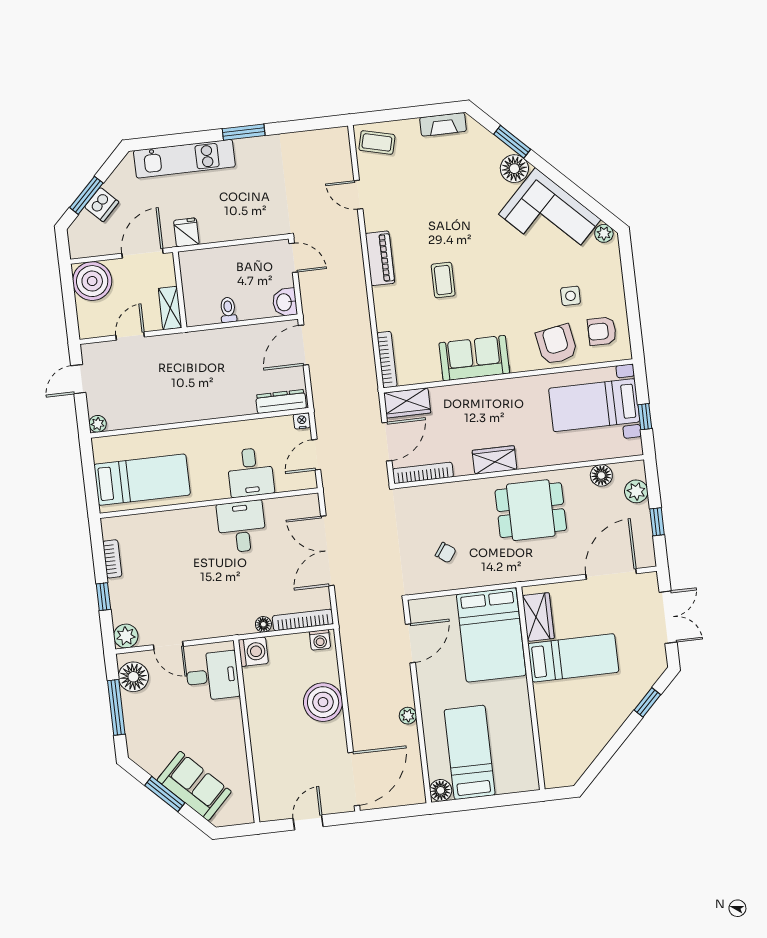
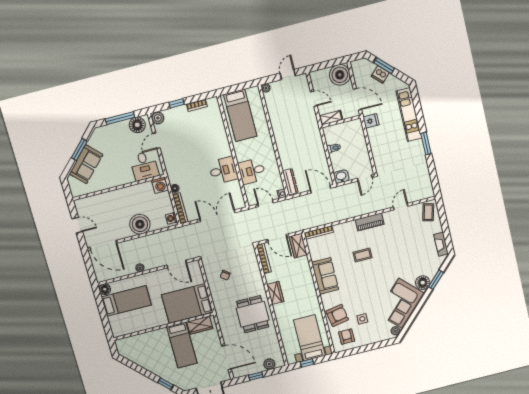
door: (78, 379) -> (288, 74), hinge flipped
floor lamp: (601, 475) -> (275, 346), removed

